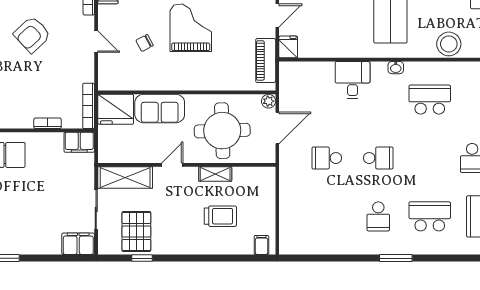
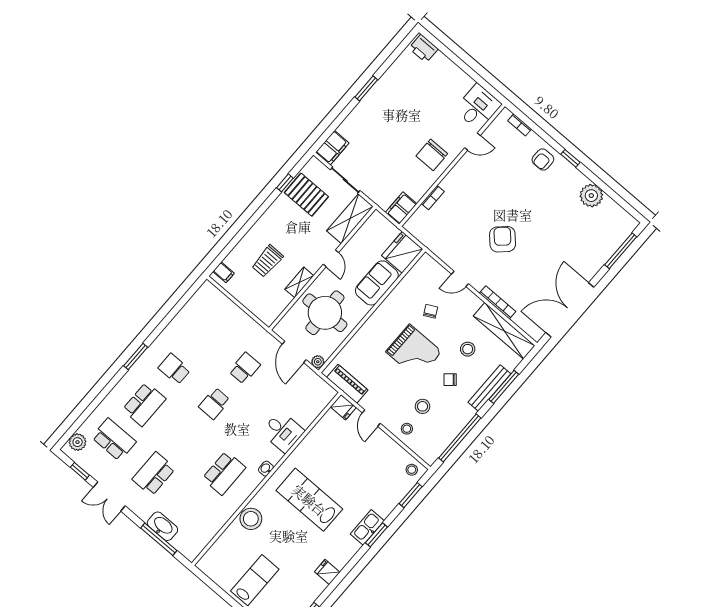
bookcase: (89, 106) -> (420, 236), removed

